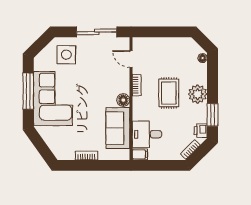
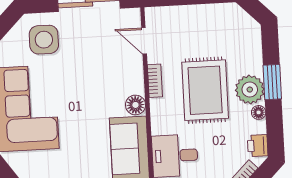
floor lamp: (203, 58) -> (259, 112), moved
rug: (169, 93) -> (205, 90), width x1.36, depth x1.43
window: (212, 115) -> (272, 82), moved

